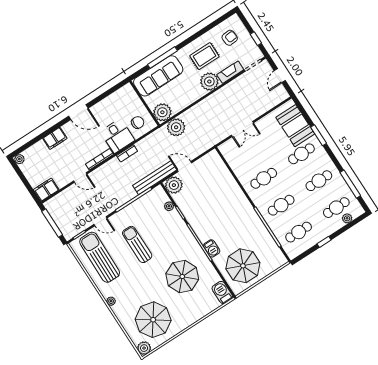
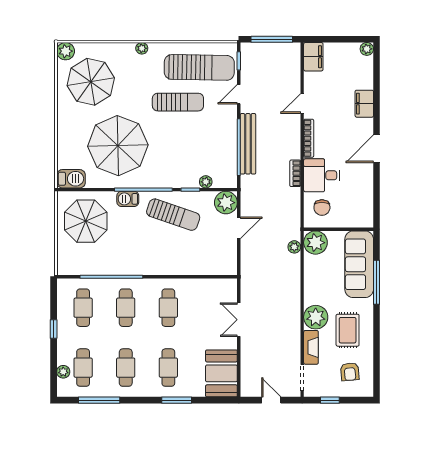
booth: (295, 126) -> (221, 373), moved, turned 90
plant: (176, 127) -> (294, 247), width x0.53, depth x0.53
bench: (155, 178) -> (248, 144), moved
sun lounger: (203, 213) -> (173, 215), added
sun lounger: (137, 244) -> (178, 102), moved
parasol: (182, 277) -> (118, 146), width x1.36, depth x1.36

